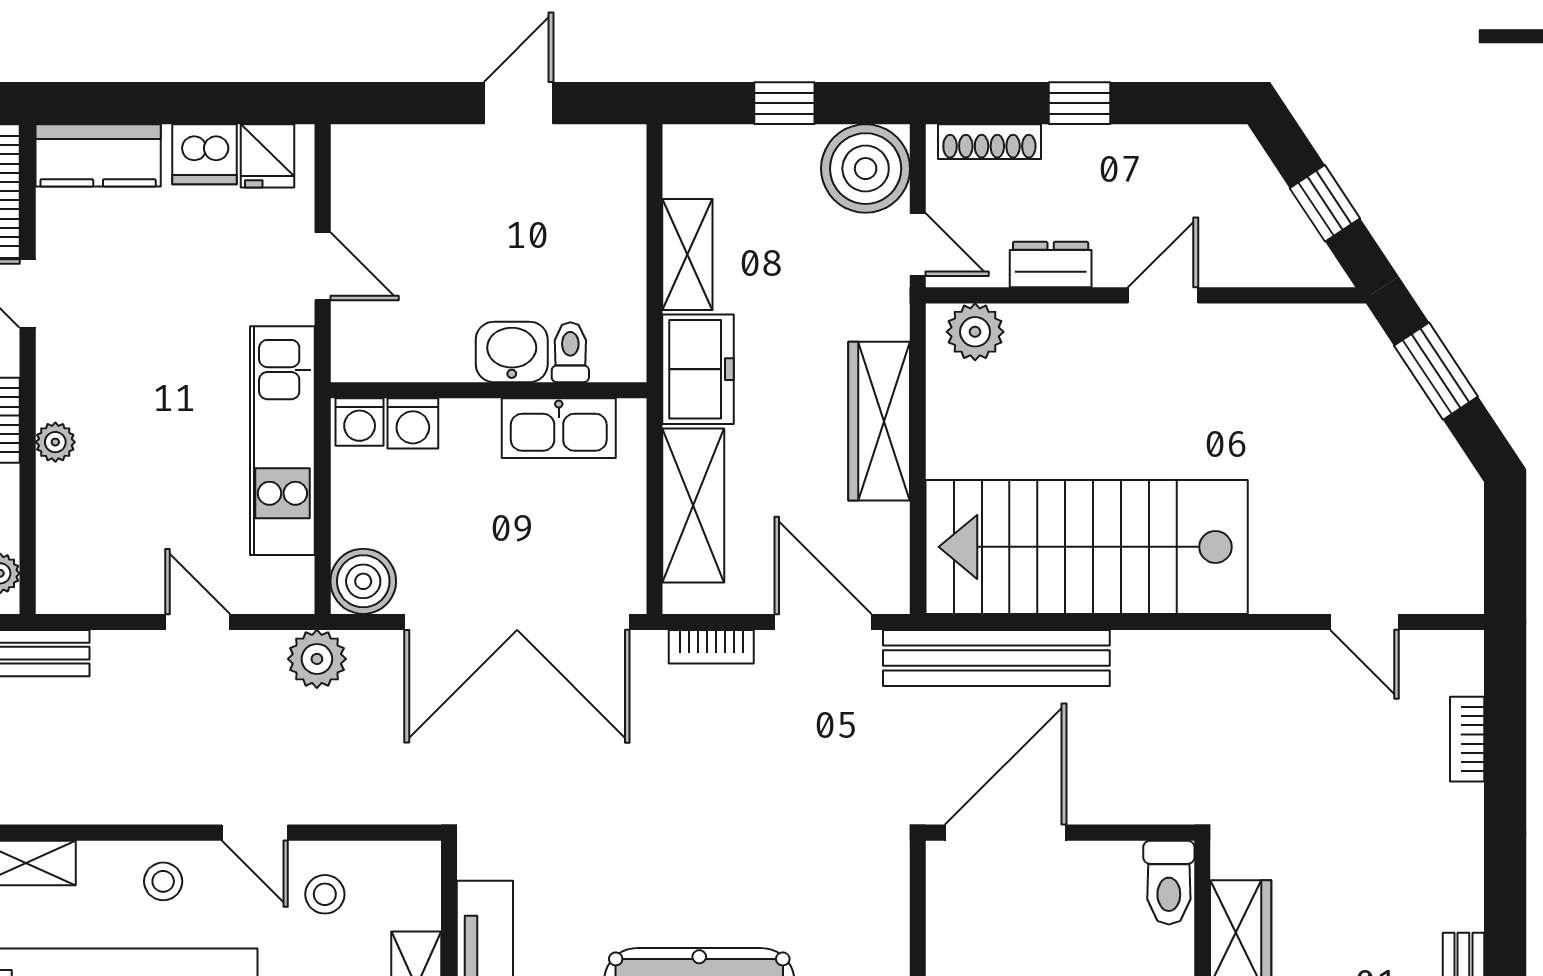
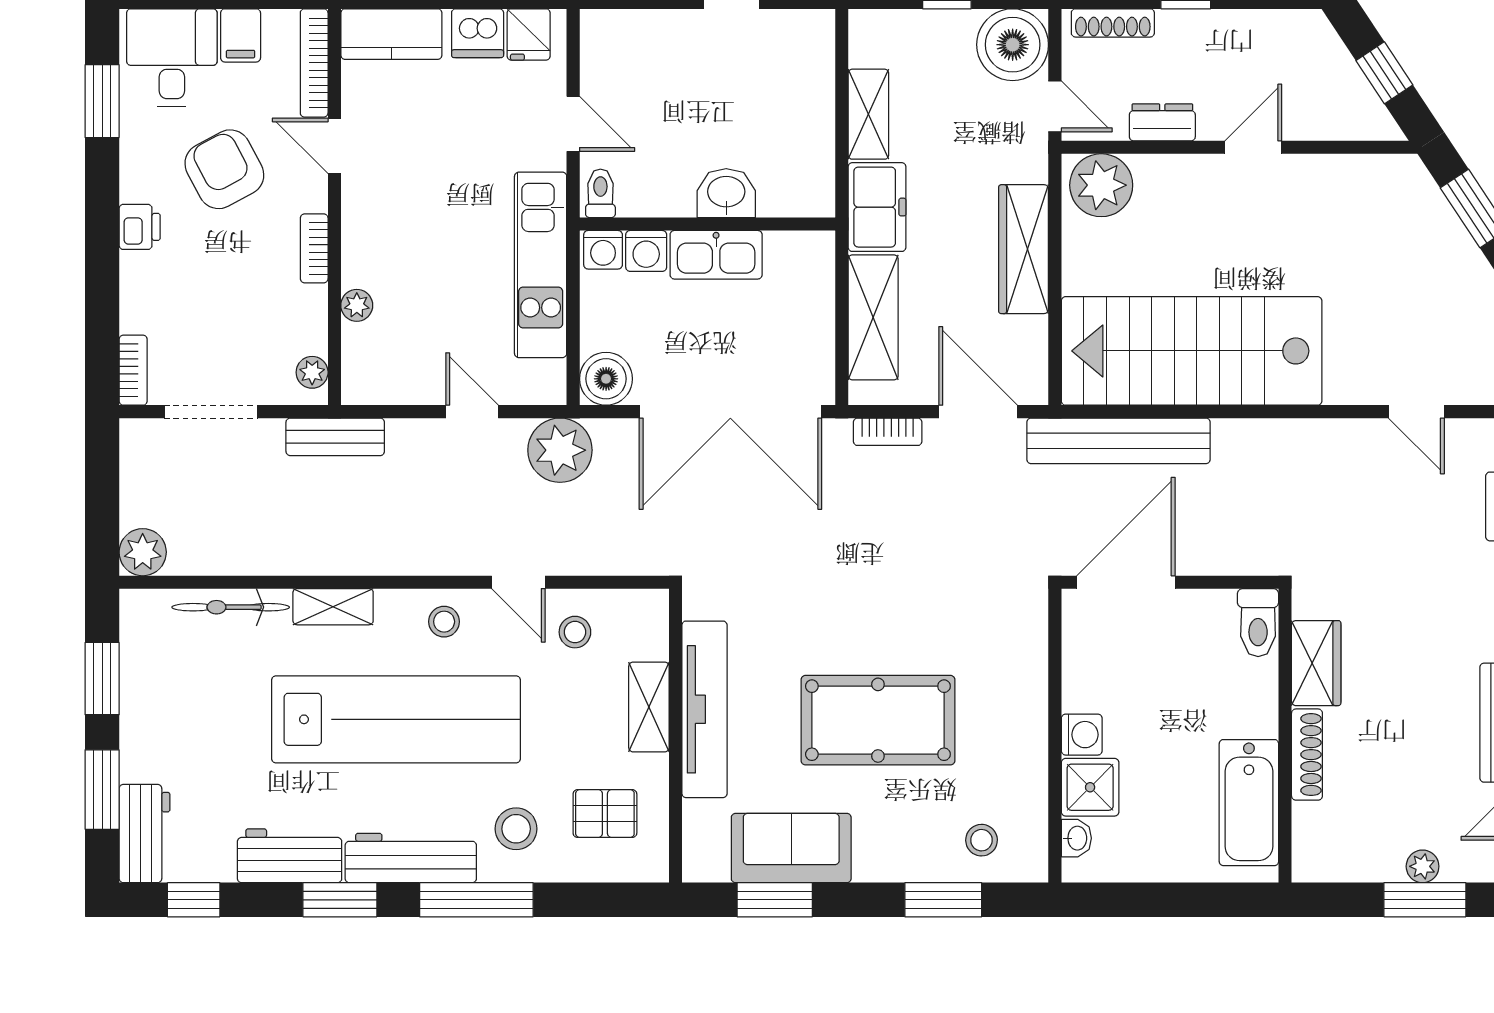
plant: (975, 332) -> (1101, 185), width x1.36, depth x1.36
toilet: (570, 352) -> (600, 193), moved
kitchen sink: (559, 428) -> (716, 255), moved
plant: (55, 442) -> (357, 305), moved
plant: (317, 659) -> (560, 450), width x1.36, depth x1.36

